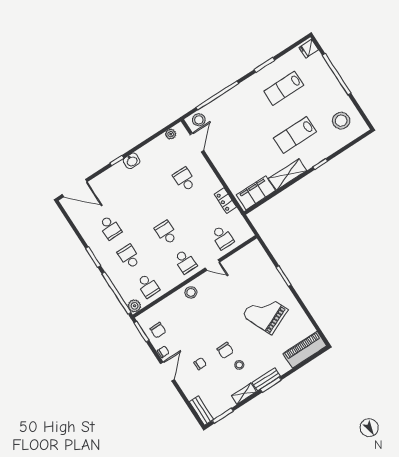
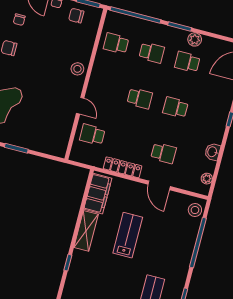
lab bench: (295, 135) -> (128, 235), moved
door: (197, 142) -> (159, 185), moved
washbasin: (132, 161) -> (213, 152), moved
locker: (225, 201) -> (123, 167), width x1.53
school desk: (185, 262) -> (175, 108), moved
door: (212, 265) -> (80, 106), swing flipped
plant: (135, 306) -> (195, 39), moved

